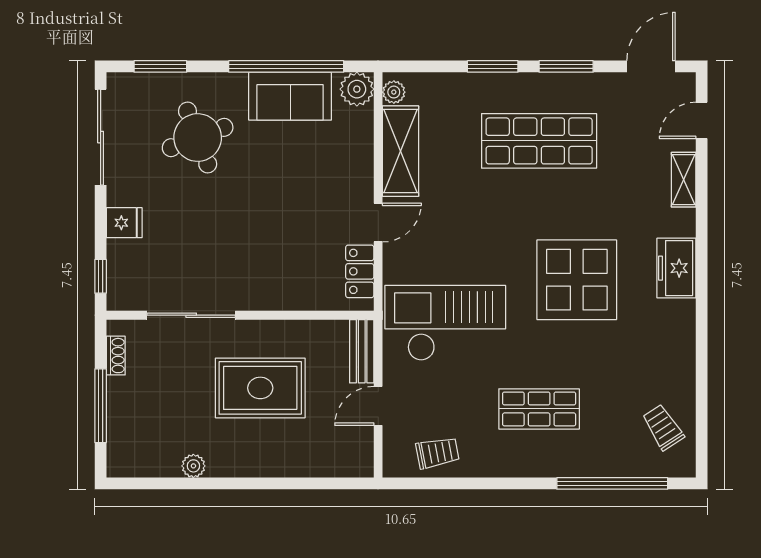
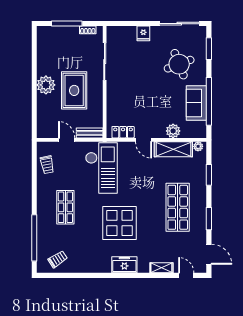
window: (493, 66) -> (209, 175), moved
plant: (357, 89) -> (173, 131), moved
window: (101, 276) -> (121, 24), removed
plant: (193, 466) -> (46, 85), moved, width x1.87, depth x1.87

